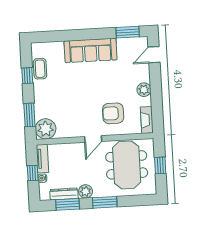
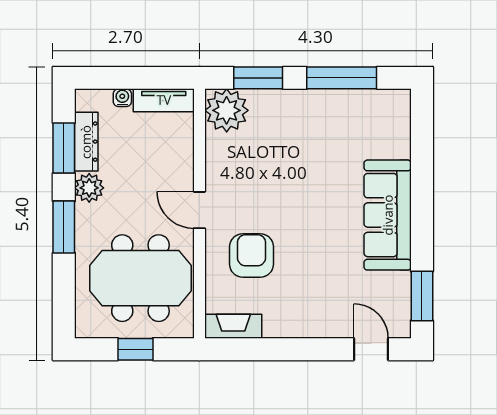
coffee table: (40, 69) -> (355, 106), removed
window: (27, 76) -> (342, 78), width x2.17
plant: (144, 90) -> (298, 324), removed
window: (33, 173) -> (134, 78), removed

